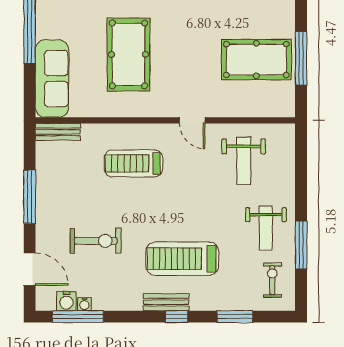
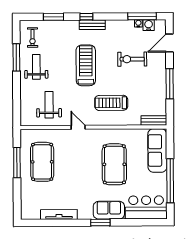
pool table: (256, 60) -> (42, 162), turned 90
treadmill: (133, 163) -> (111, 103), turned 180
treadmill: (182, 259) -> (86, 65), moved, turned -90
door: (30, 269) -> (169, 43), hinge flipped

